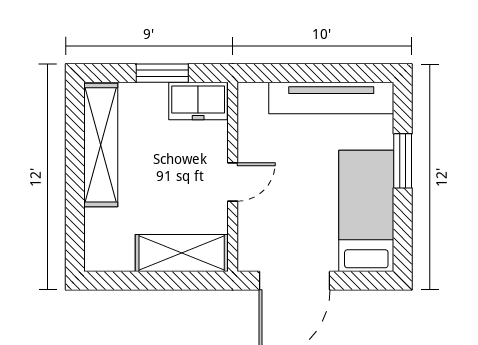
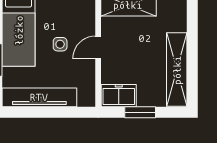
side table: (297, 187) -> (60, 44), added

